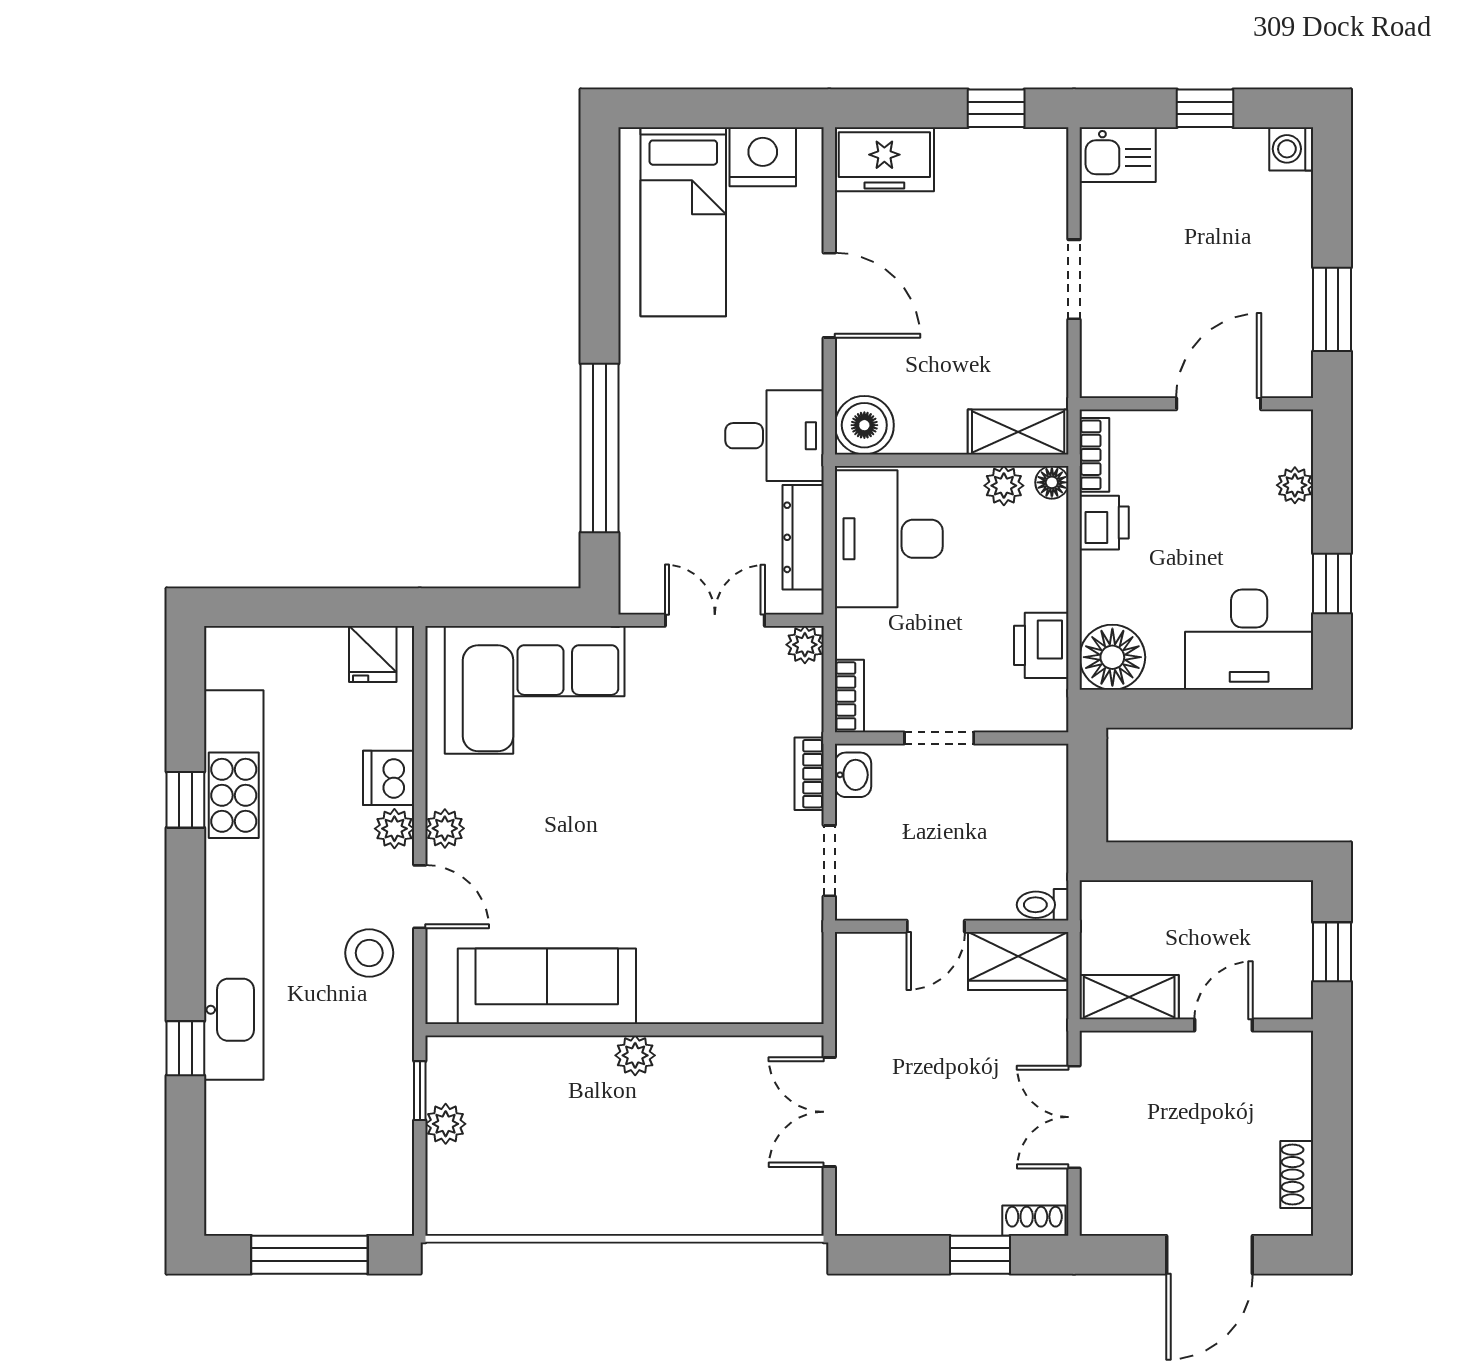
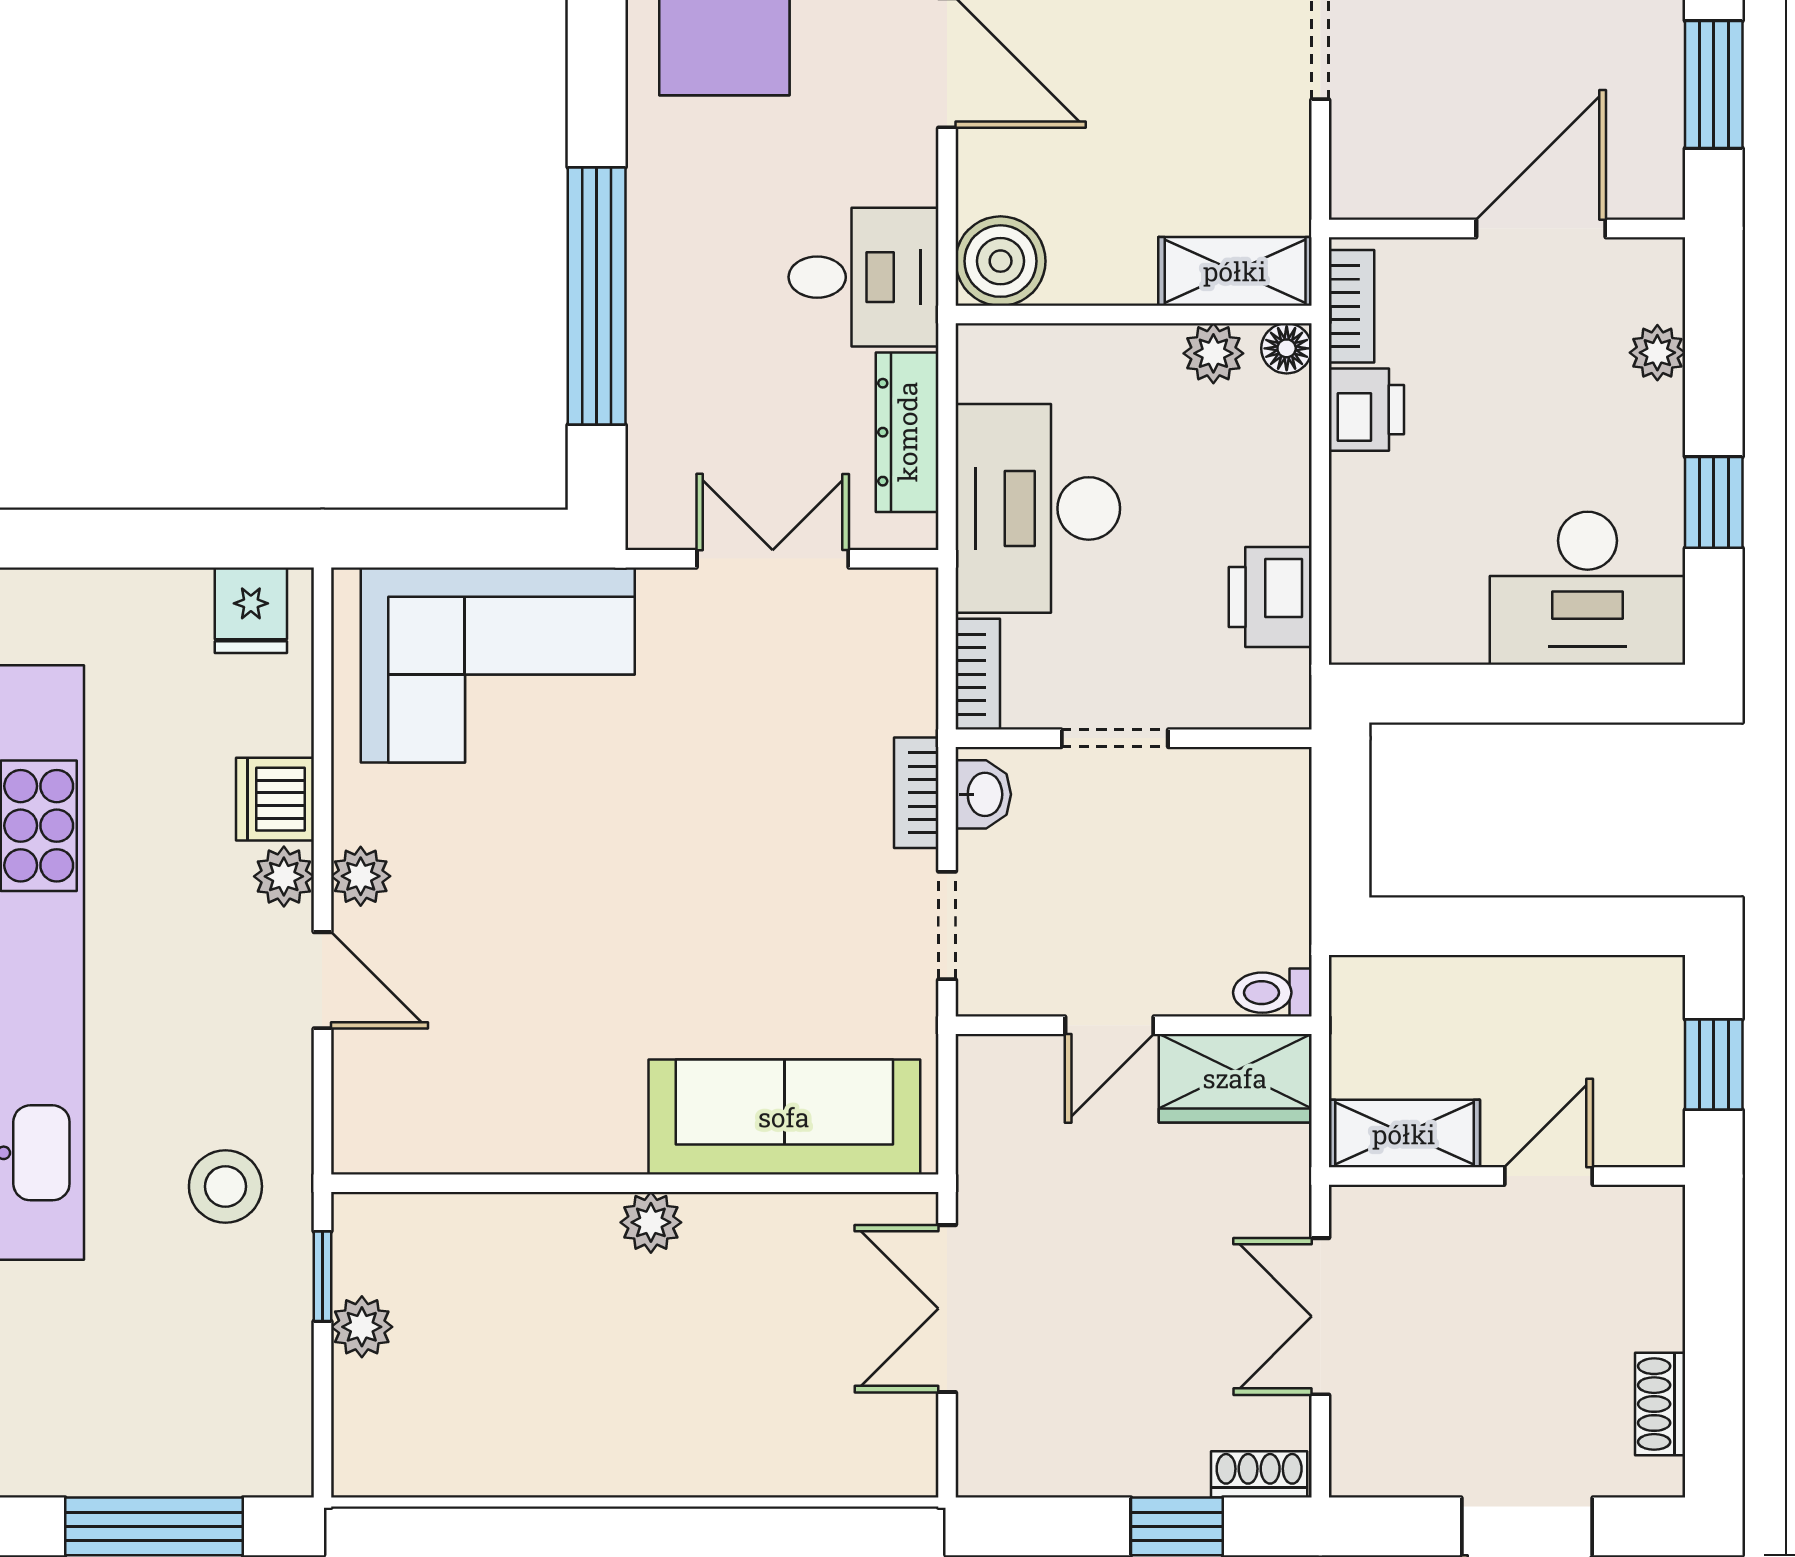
desk: (889, 539) -> (1038, 508), moved
plant: (805, 645) -> (910, 596), removed
floor lamp: (1112, 657) -> (1379, 615), removed
stool: (369, 953) -> (225, 1186), moved
sofa: (547, 986) -> (784, 1117), moved

